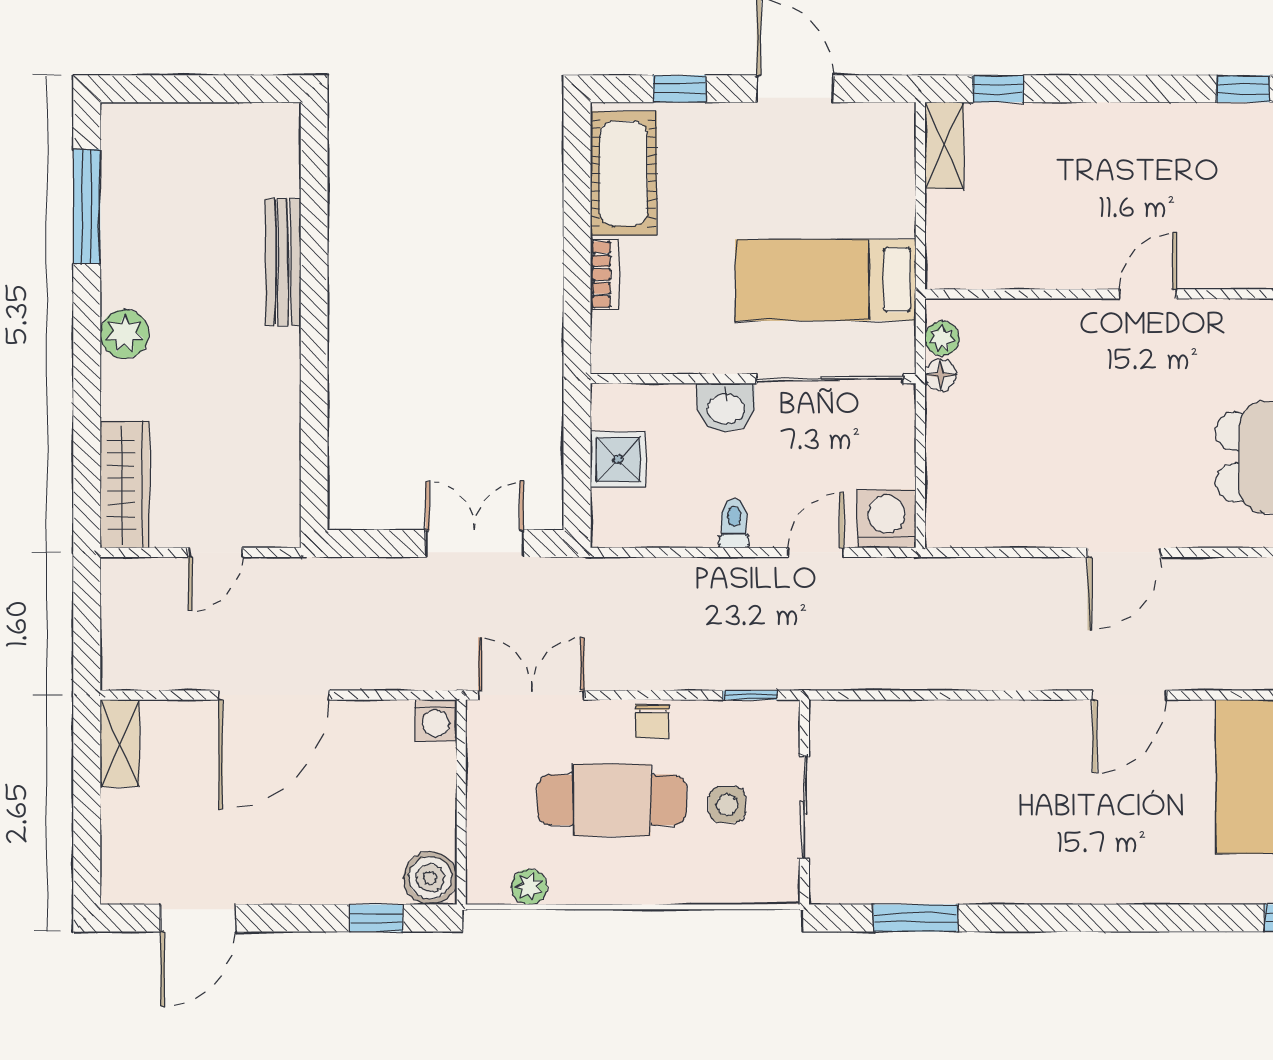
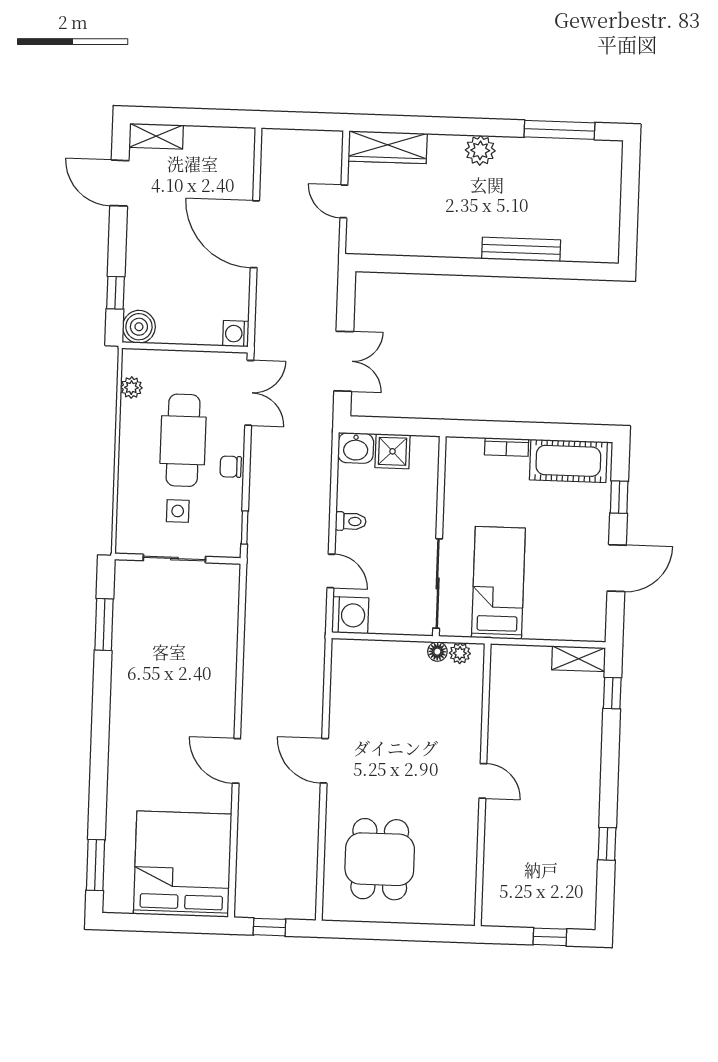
washbasin: (726, 407) -> (356, 448), moved, turned -90
shelving: (120, 743) -> (156, 136), moved

